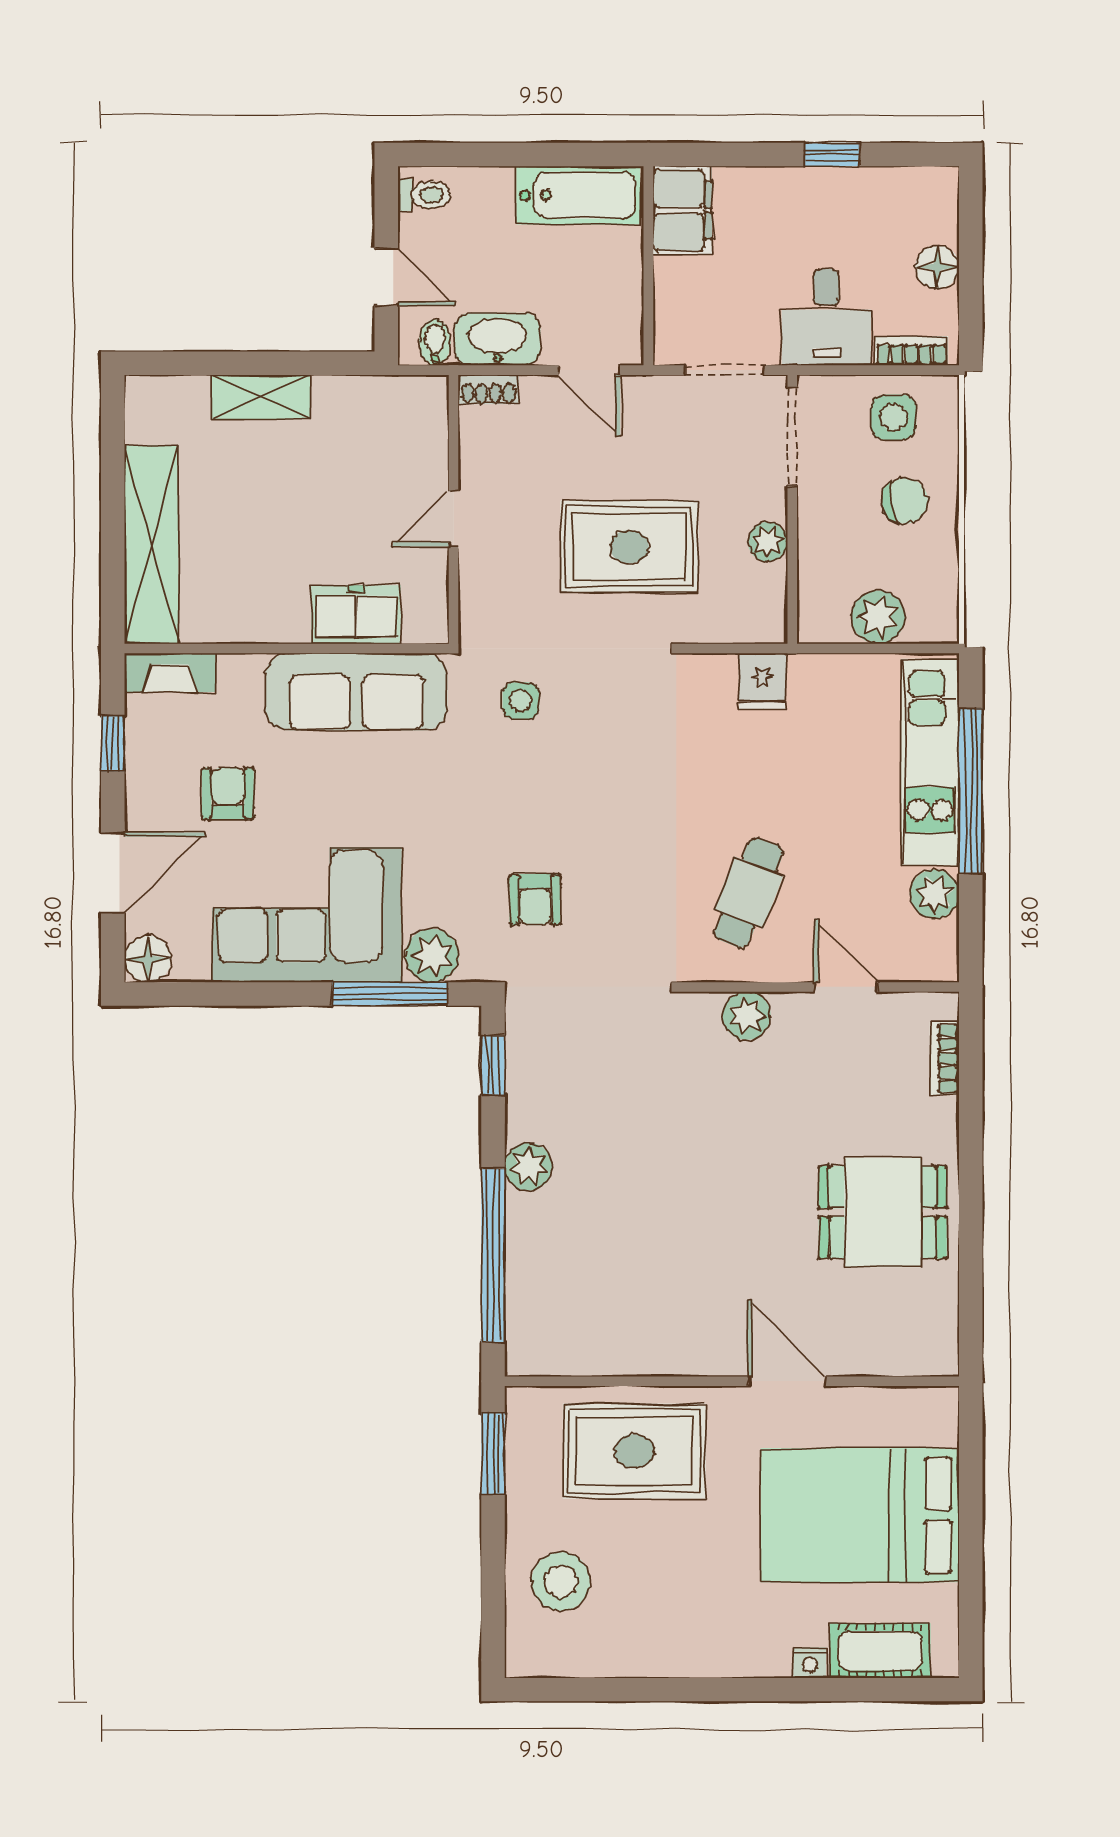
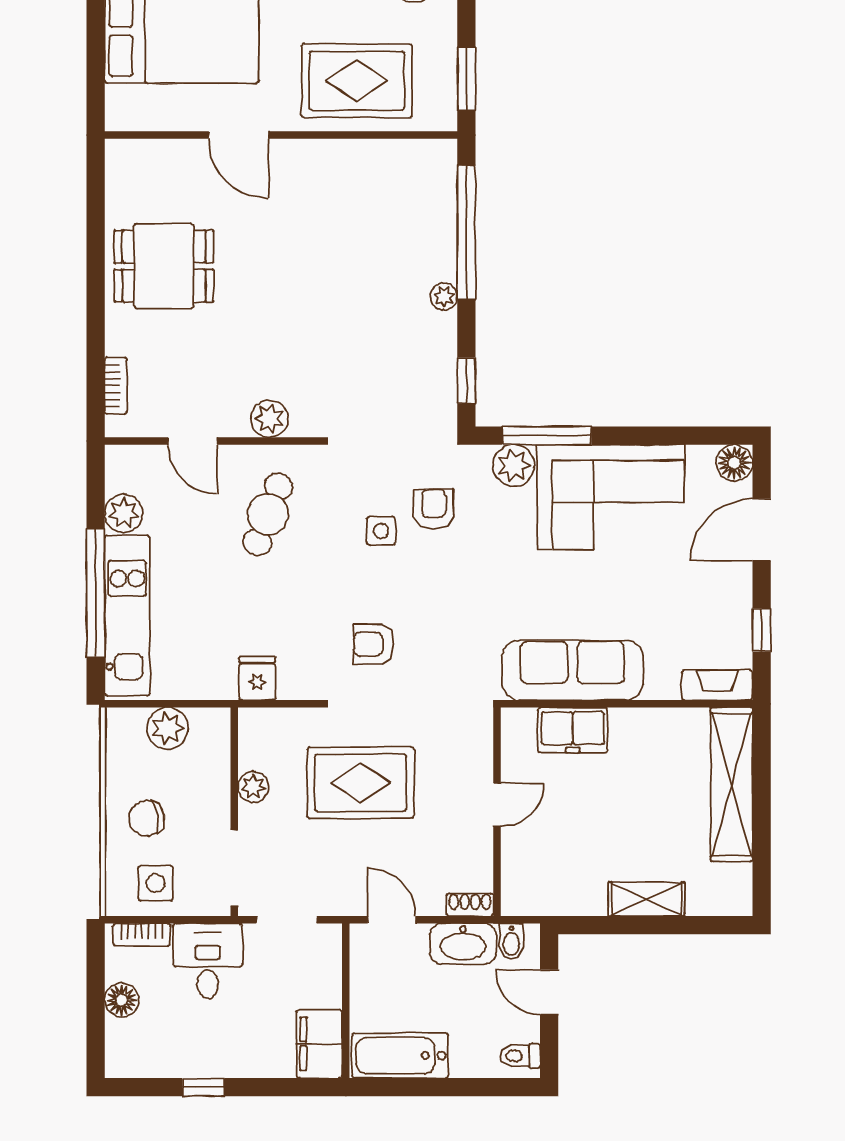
side table: (521, 701) -> (381, 531), moved
armchair: (228, 793) -> (374, 644), moved, turned 90
plant: (528, 1167) -> (444, 296), width x0.73, depth x0.73

